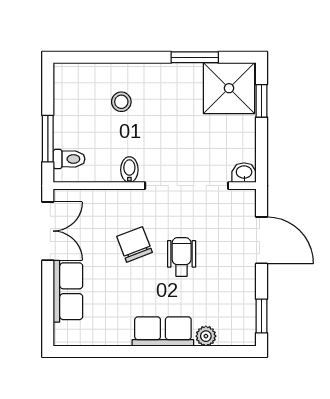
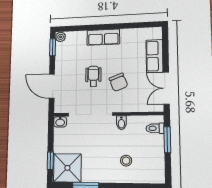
wheelchair: (182, 257) -> (93, 76), turned 180
plant: (206, 336) -> (61, 37), moved

